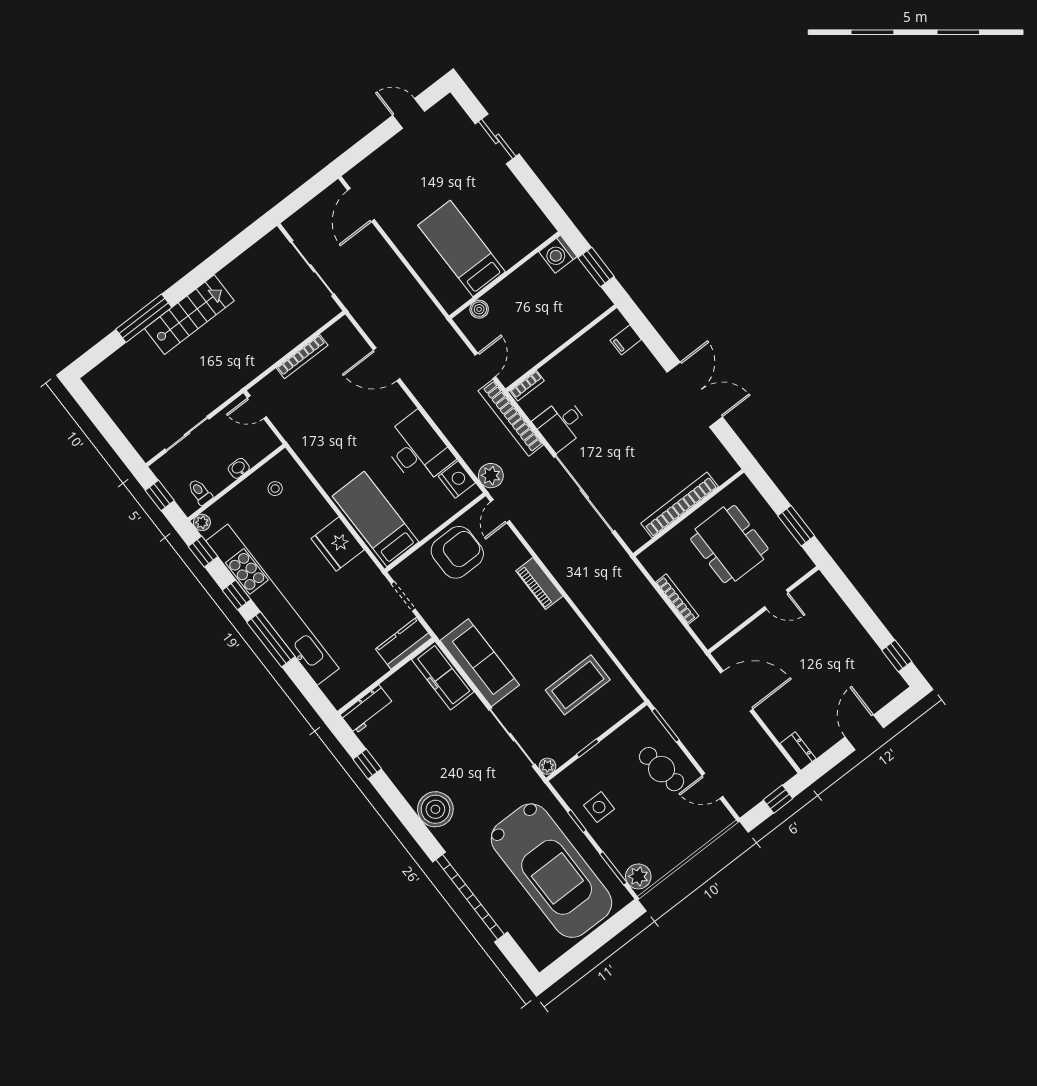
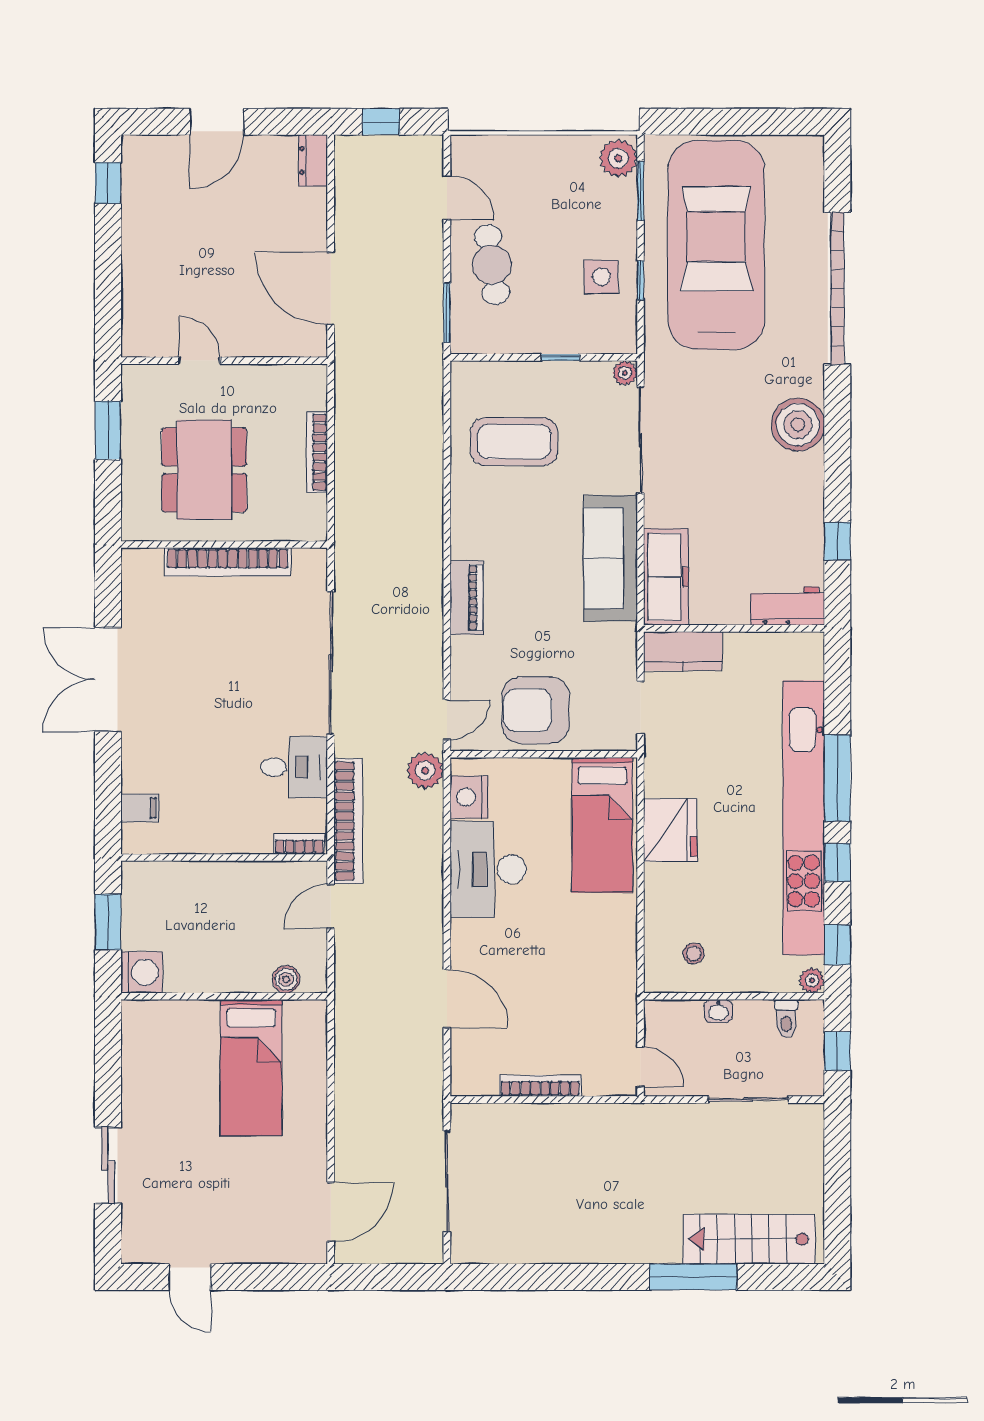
stairs: (189, 315) -> (749, 1239), moved

